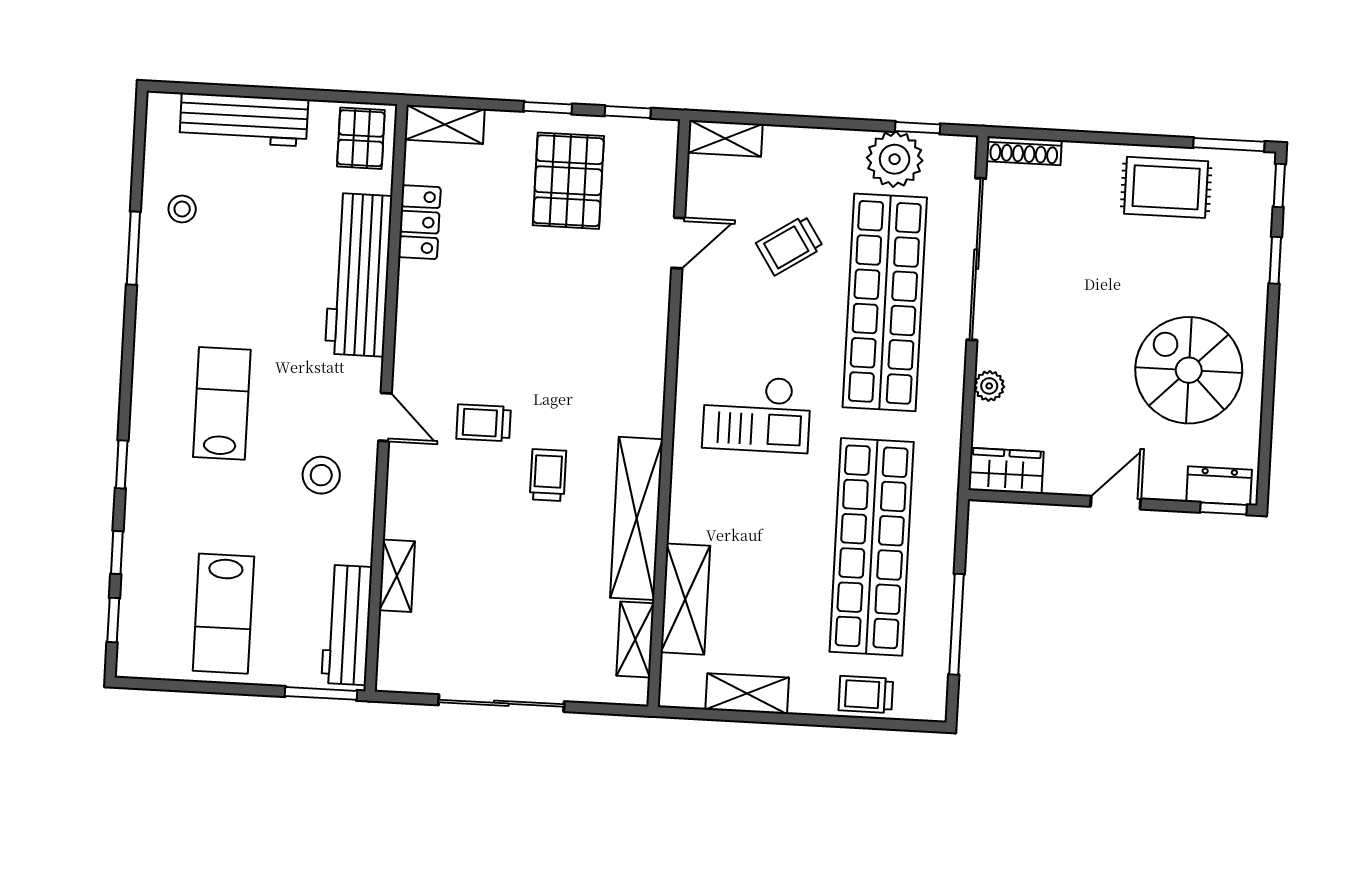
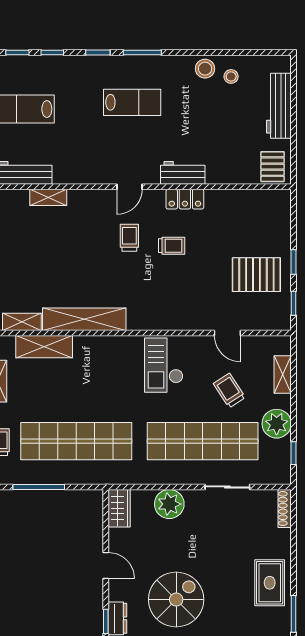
shelving: (445, 124) -> (282, 209), removed
pallet: (361, 138) -> (273, 167), turned 90
shelving: (725, 138) -> (283, 375), moved
plant: (895, 159) -> (277, 424), moved
locker: (419, 222) -> (185, 199), moved
window: (133, 248) -> (142, 52), moved
sliding door: (976, 259) -> (227, 487), width x0.54
workbench: (359, 275) -> (183, 173), width x0.53, depth x0.76
plant: (989, 386) -> (169, 504), width x1.88, depth x1.88
checkout: (757, 414) -> (164, 365), moved
stool: (321, 475) -> (205, 69), moved
trolley: (548, 475) -> (172, 246), moved

